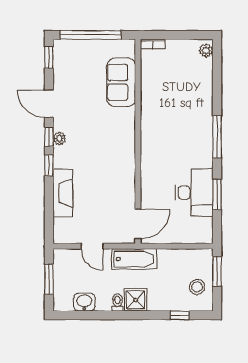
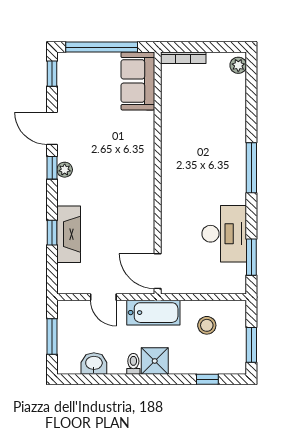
bookcase: (153, 44) -> (183, 58), width x1.56
sofa: (121, 82) -> (138, 81), moved
window: (49, 165) -> (52, 233), moved
window: (217, 194) -> (251, 257), moved
door: (138, 224) -> (158, 271), swing flipped
window: (217, 271) -> (251, 345), moved
stool: (197, 287) -> (207, 325), moved

